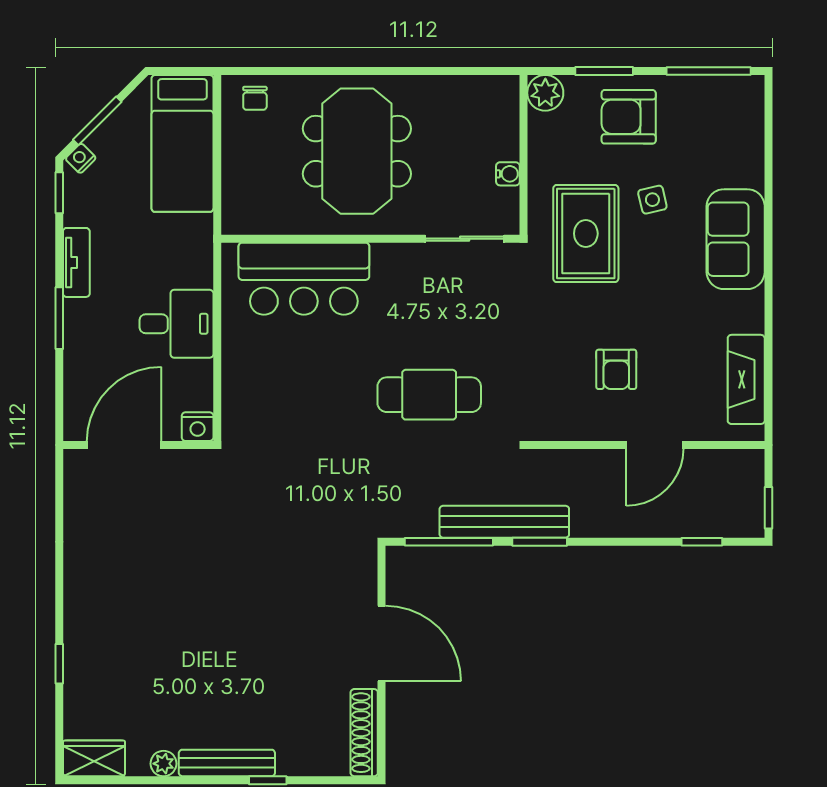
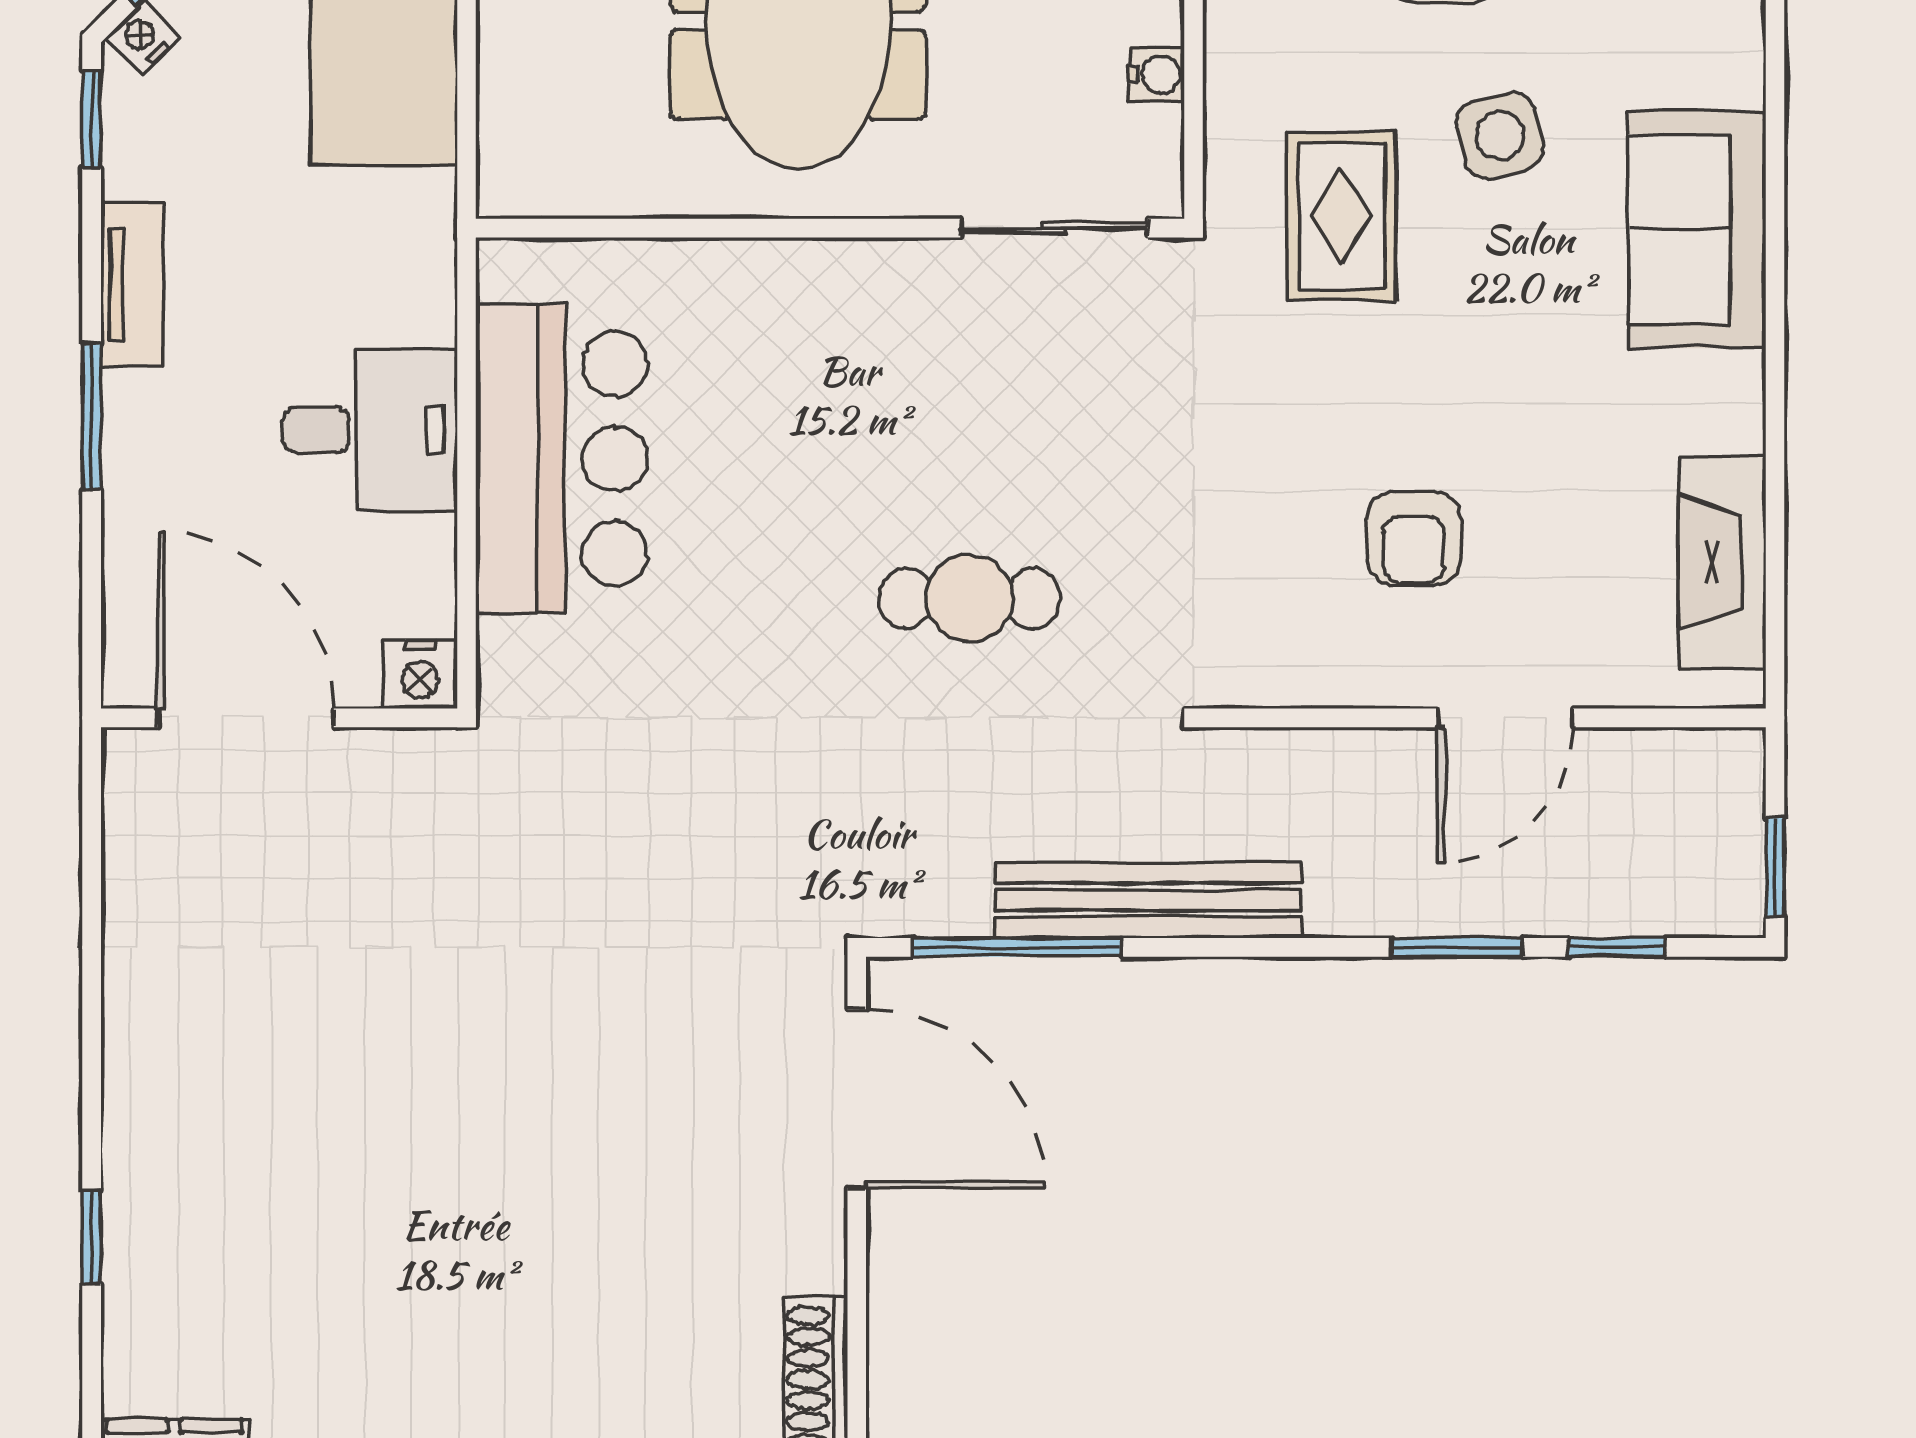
side table: (652, 200) -> (1500, 136), width x1.37, depth x1.37
rug: (586, 234) -> (1342, 216), width x0.73, depth x0.70
bar counter: (304, 279) -> (562, 459), moved, turned -90
cafe table: (429, 395) -> (970, 598), width x0.73, depth x0.74
door: (124, 445) -> (246, 718), hinge flipped
window: (540, 542) -> (1457, 947), moved
door: (382, 643) -> (857, 1099), moved

